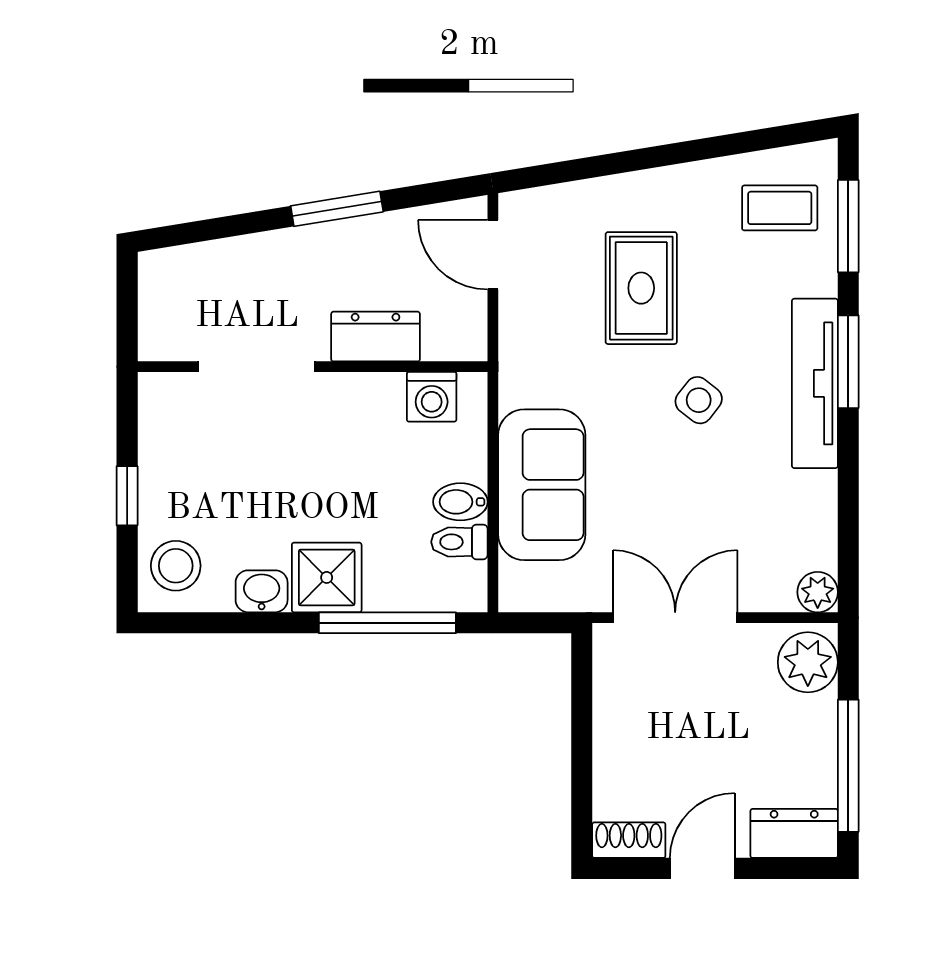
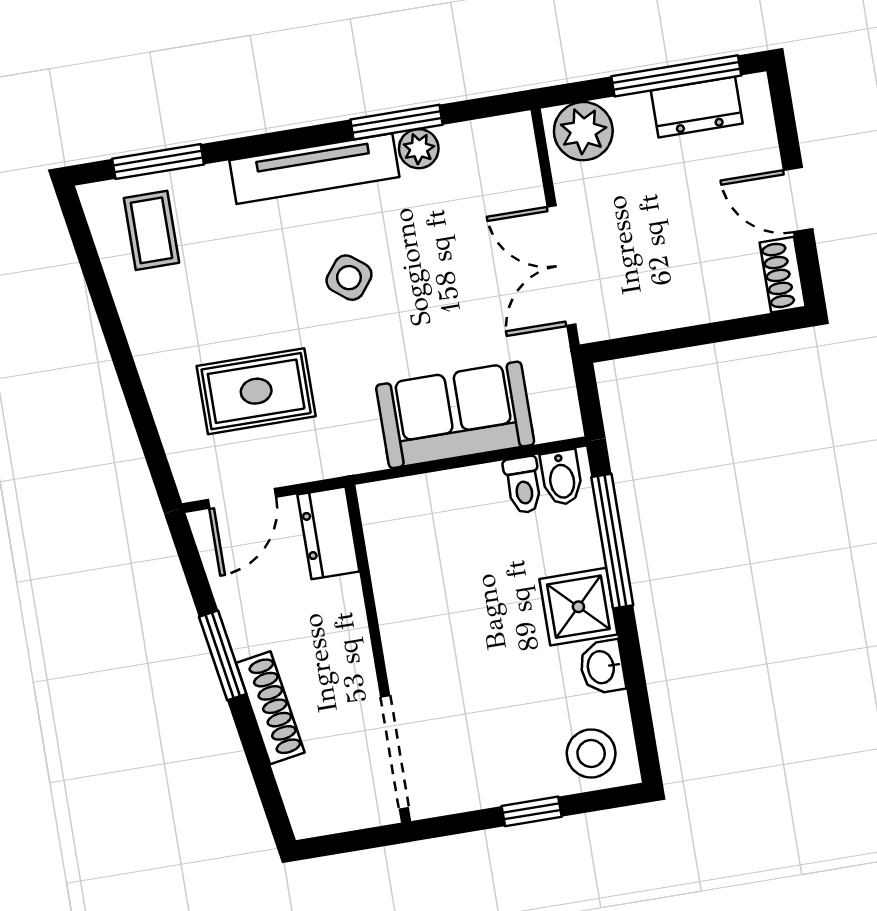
shoe rack: (276, 248) -> (270, 708), added
rug: (641, 288) -> (256, 391), moved
dresser: (376, 337) -> (328, 533), moved
window: (848, 362) -> (397, 122), moved
doorway: (257, 367) -> (395, 752), moved
washing machine: (432, 397) -> (388, 535), removed
bidet: (460, 502) -> (562, 478), moved
plant: (818, 592) -> (419, 149), moved
dresser: (794, 833) -> (697, 107), moved, turned -90

